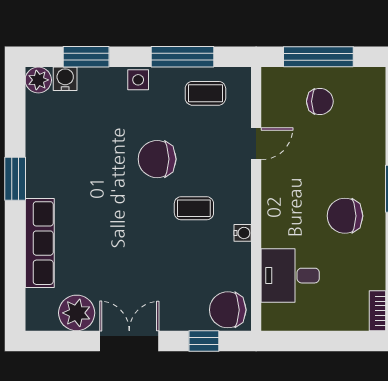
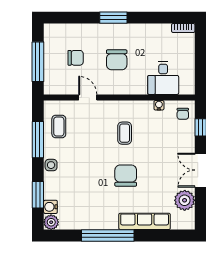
chair: (320, 101) -> (76, 58), moved, turned 90
chair: (157, 159) -> (126, 176), moved, turned 180
window: (15, 179) -> (108, 235), width x2.11
chair: (345, 216) -> (117, 60), moved
water cooler: (243, 233) -> (159, 105), moved
chair: (228, 310) -> (183, 114), width x0.54, depth x0.54

